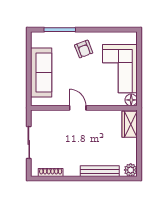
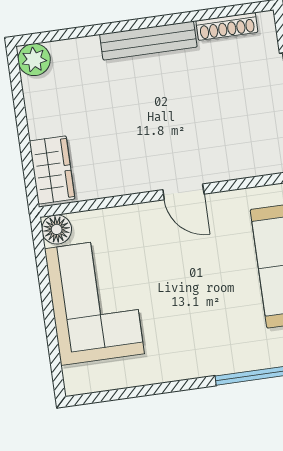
armchair: (84, 49) -> (189, 336), removed
bench: (100, 171) -> (148, 41), moved

